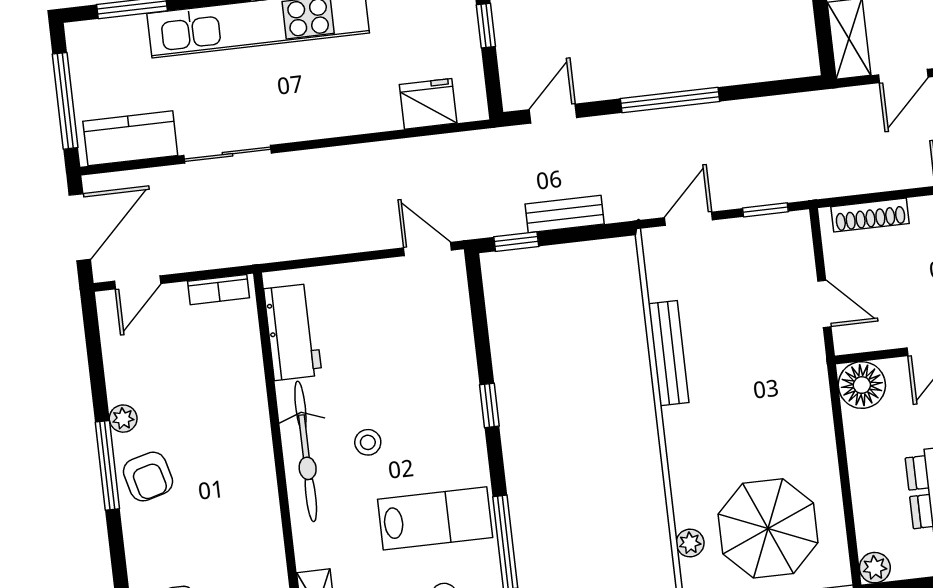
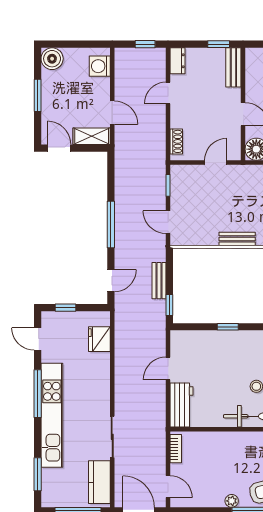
door: (553, 114) -> (111, 281), swing flipped
shoe rack: (870, 215) -> (176, 141), width x0.70
door: (427, 249) -> (168, 368), moved
workbench: (293, 332) -> (182, 405), moved, turned 90
bench: (669, 353) -> (237, 239), width x0.73
window: (489, 405) -> (228, 327), moved

